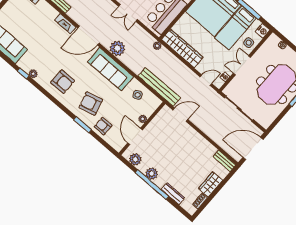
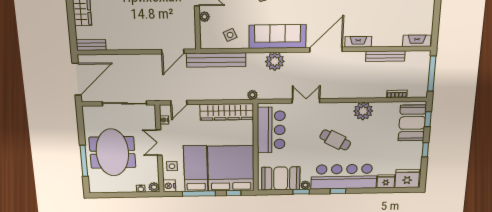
plant: (273, 39) -> (154, 187), added
plant: (117, 48) -> (275, 61), moved
double door: (242, 65) -> (159, 143), swing flipped

